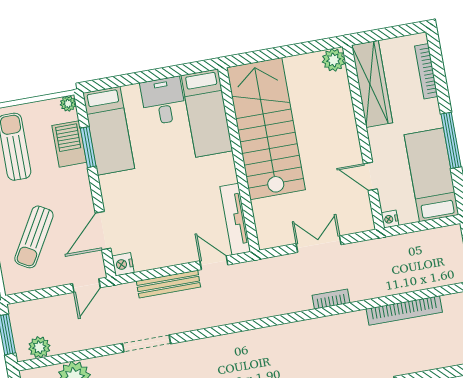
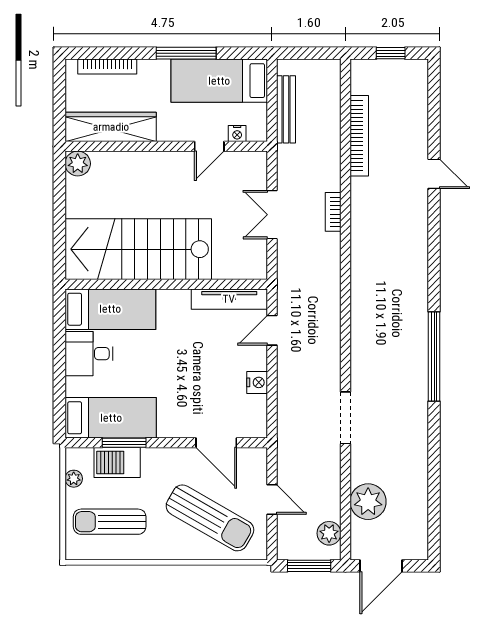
plant: (68, 104) -> (74, 479), moved
nightstand: (390, 219) -> (237, 134), moved
sun lounger: (34, 237) -> (210, 518), width x1.36, depth x1.34
nightstand: (123, 264) -> (257, 382), moved, turned -90
bench: (168, 284) -> (286, 109), moved
door: (86, 286) -> (272, 499), moved

